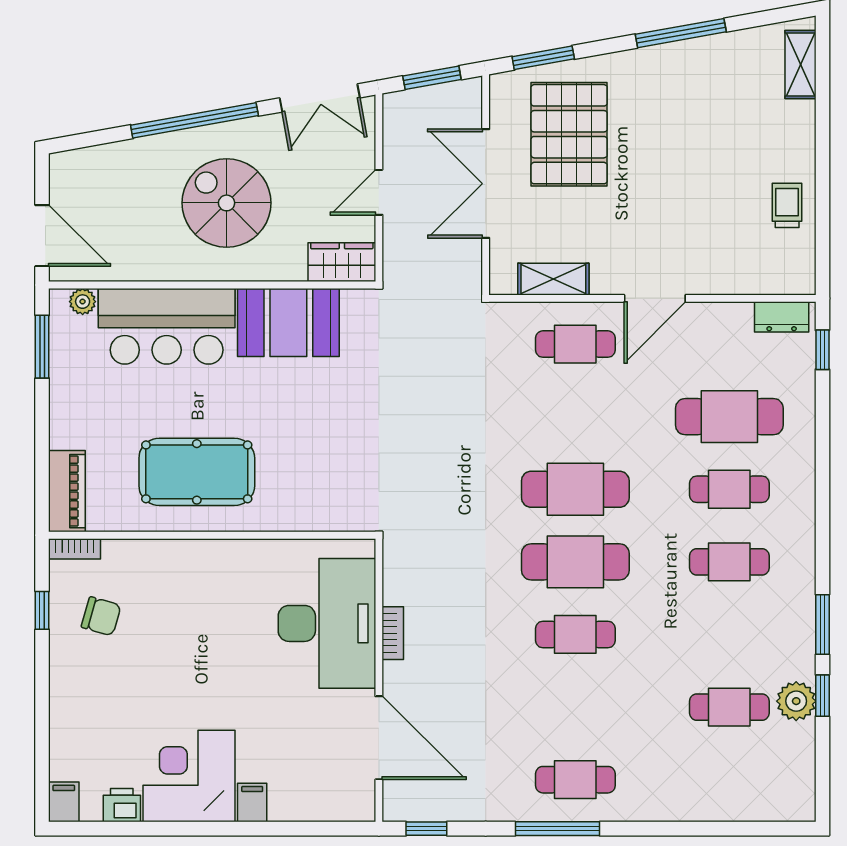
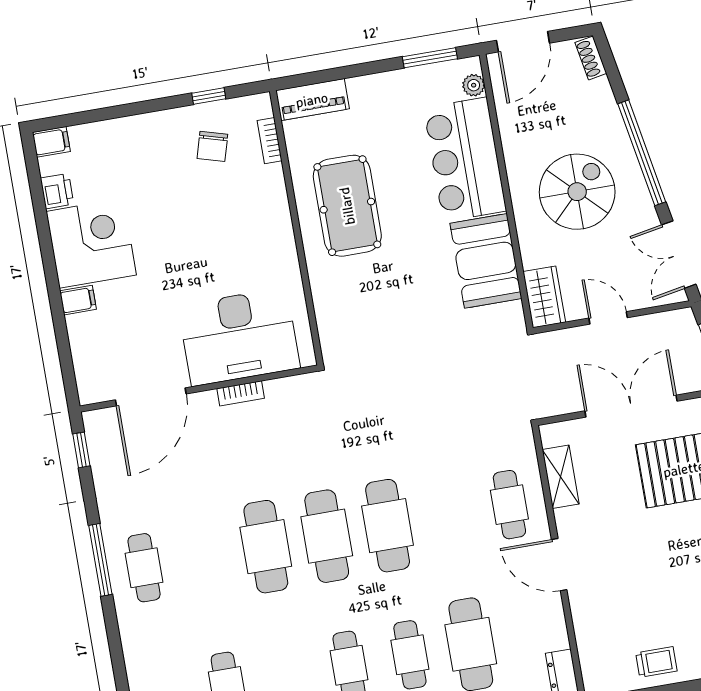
shoe rack: (74, 160) -> (591, 58), added
bookcase: (75, 549) -> (270, 141), moved
cafe table: (575, 634) -> (266, 547), width x1.37, depth x1.35

